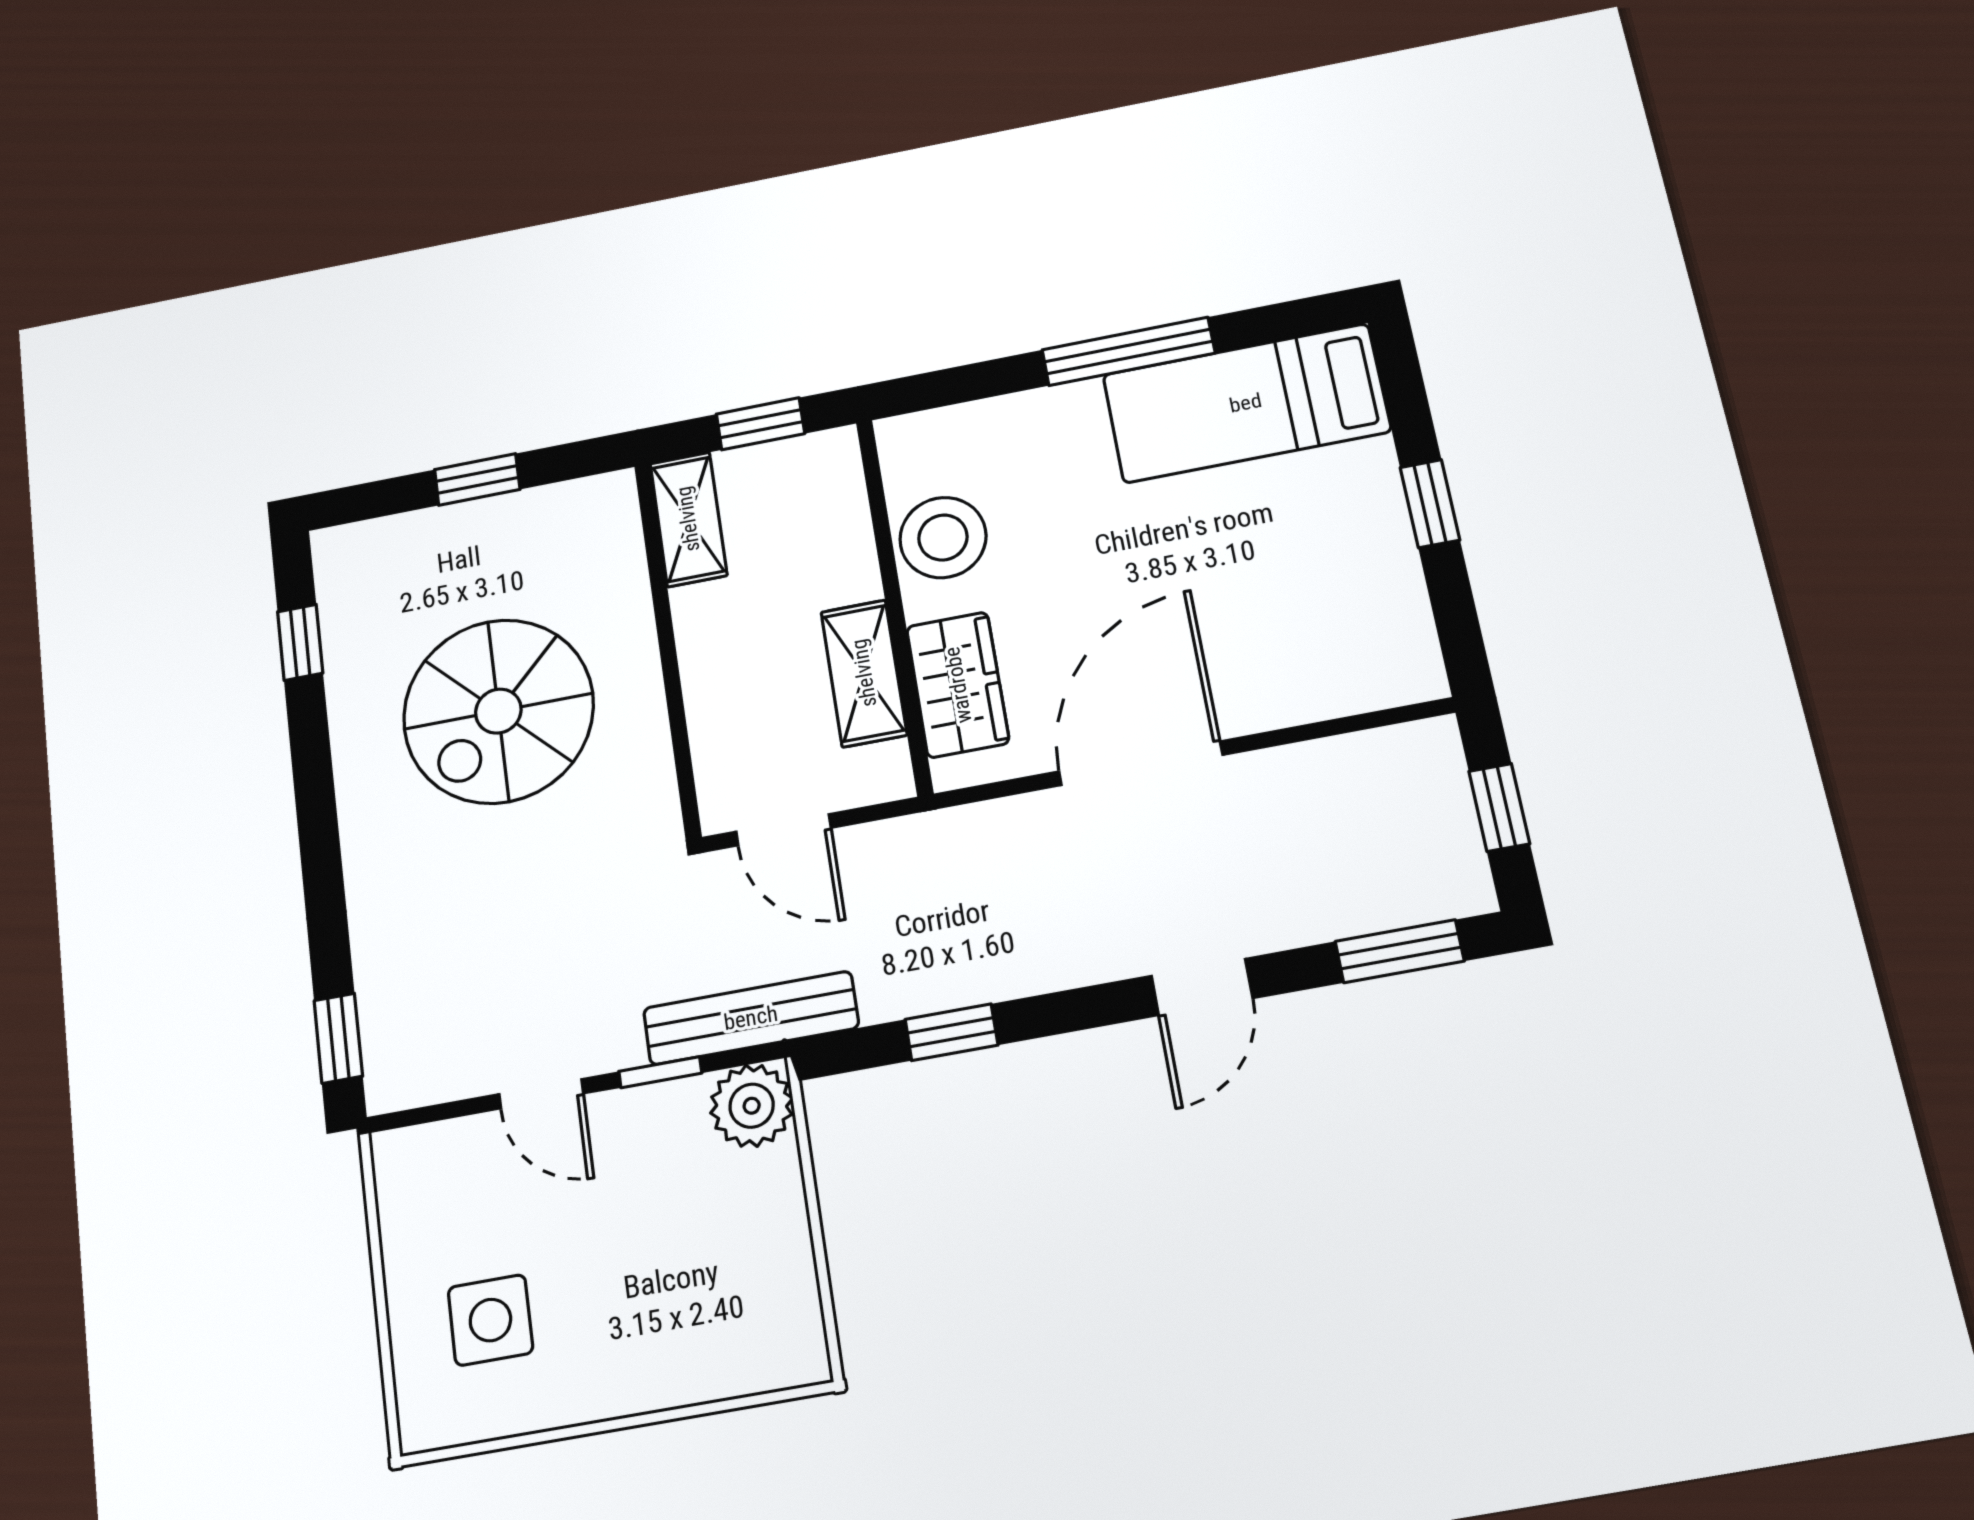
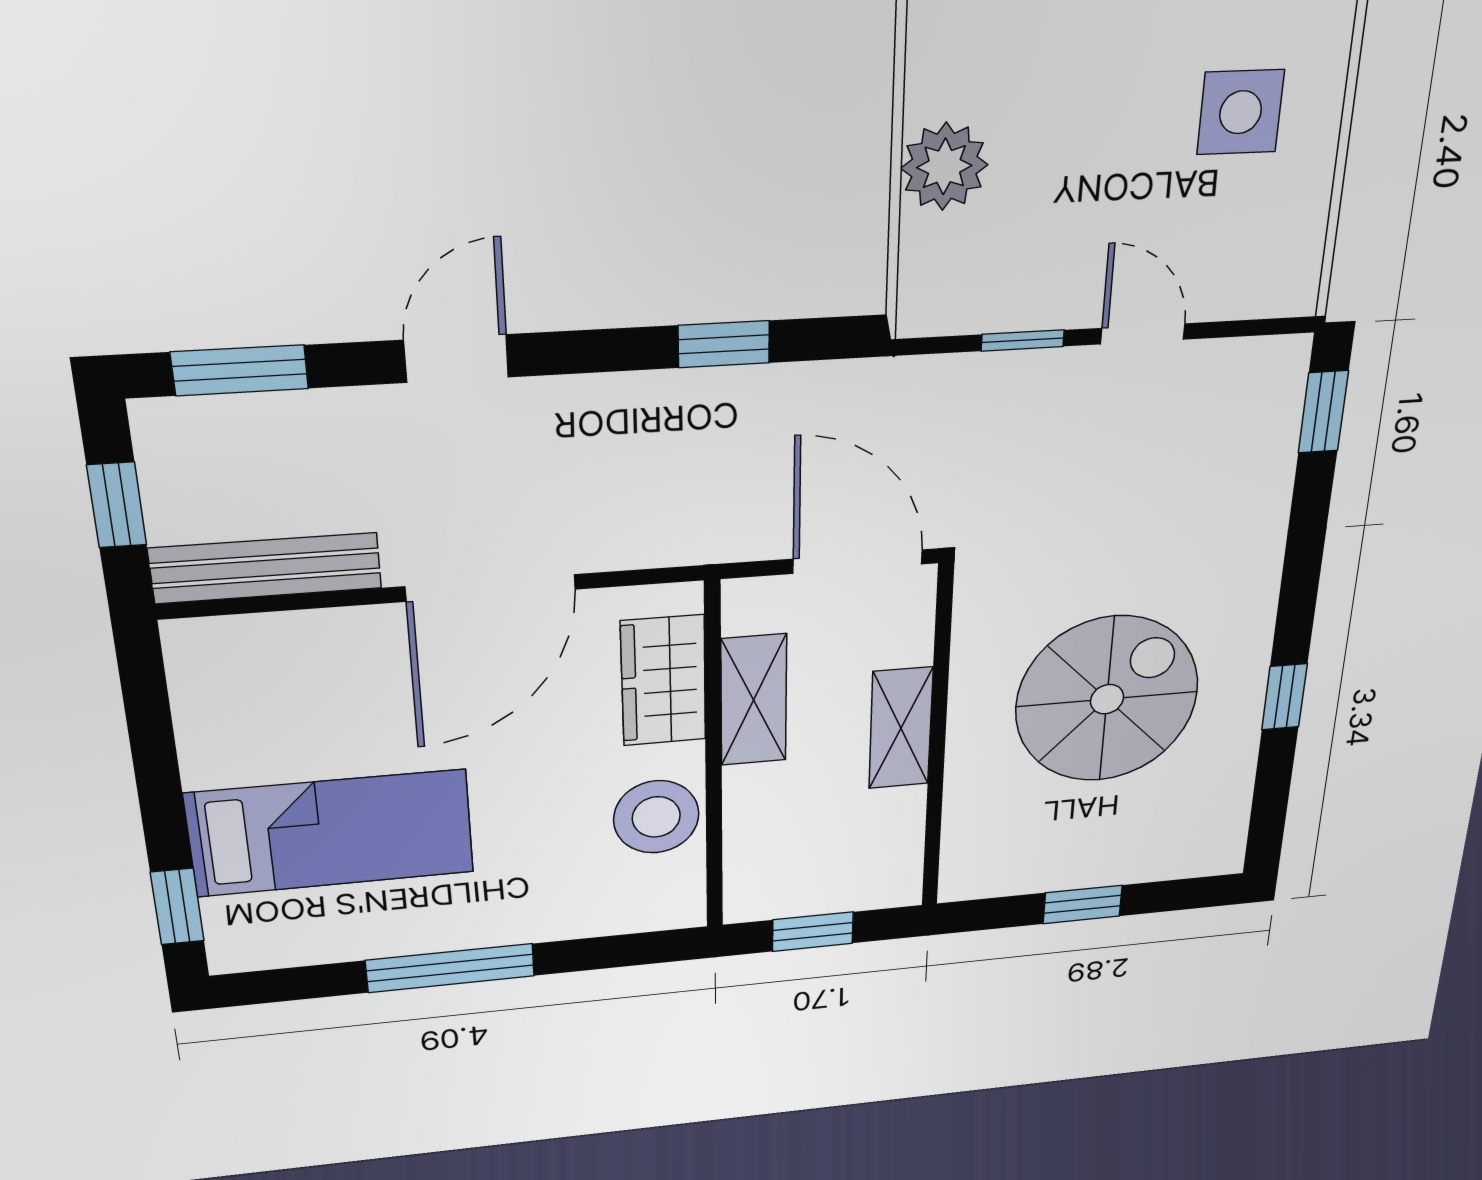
bed: (1246, 403) -> (331, 833), moved
window: (1430, 504) -> (177, 907), moved
shelving: (688, 519) -> (901, 728), moved
window: (300, 642) -> (1284, 697), moved
door: (784, 830) -> (858, 562), width x1.38
bench: (751, 1018) -> (266, 568), moved
plant: (752, 1106) -> (944, 166), moved

